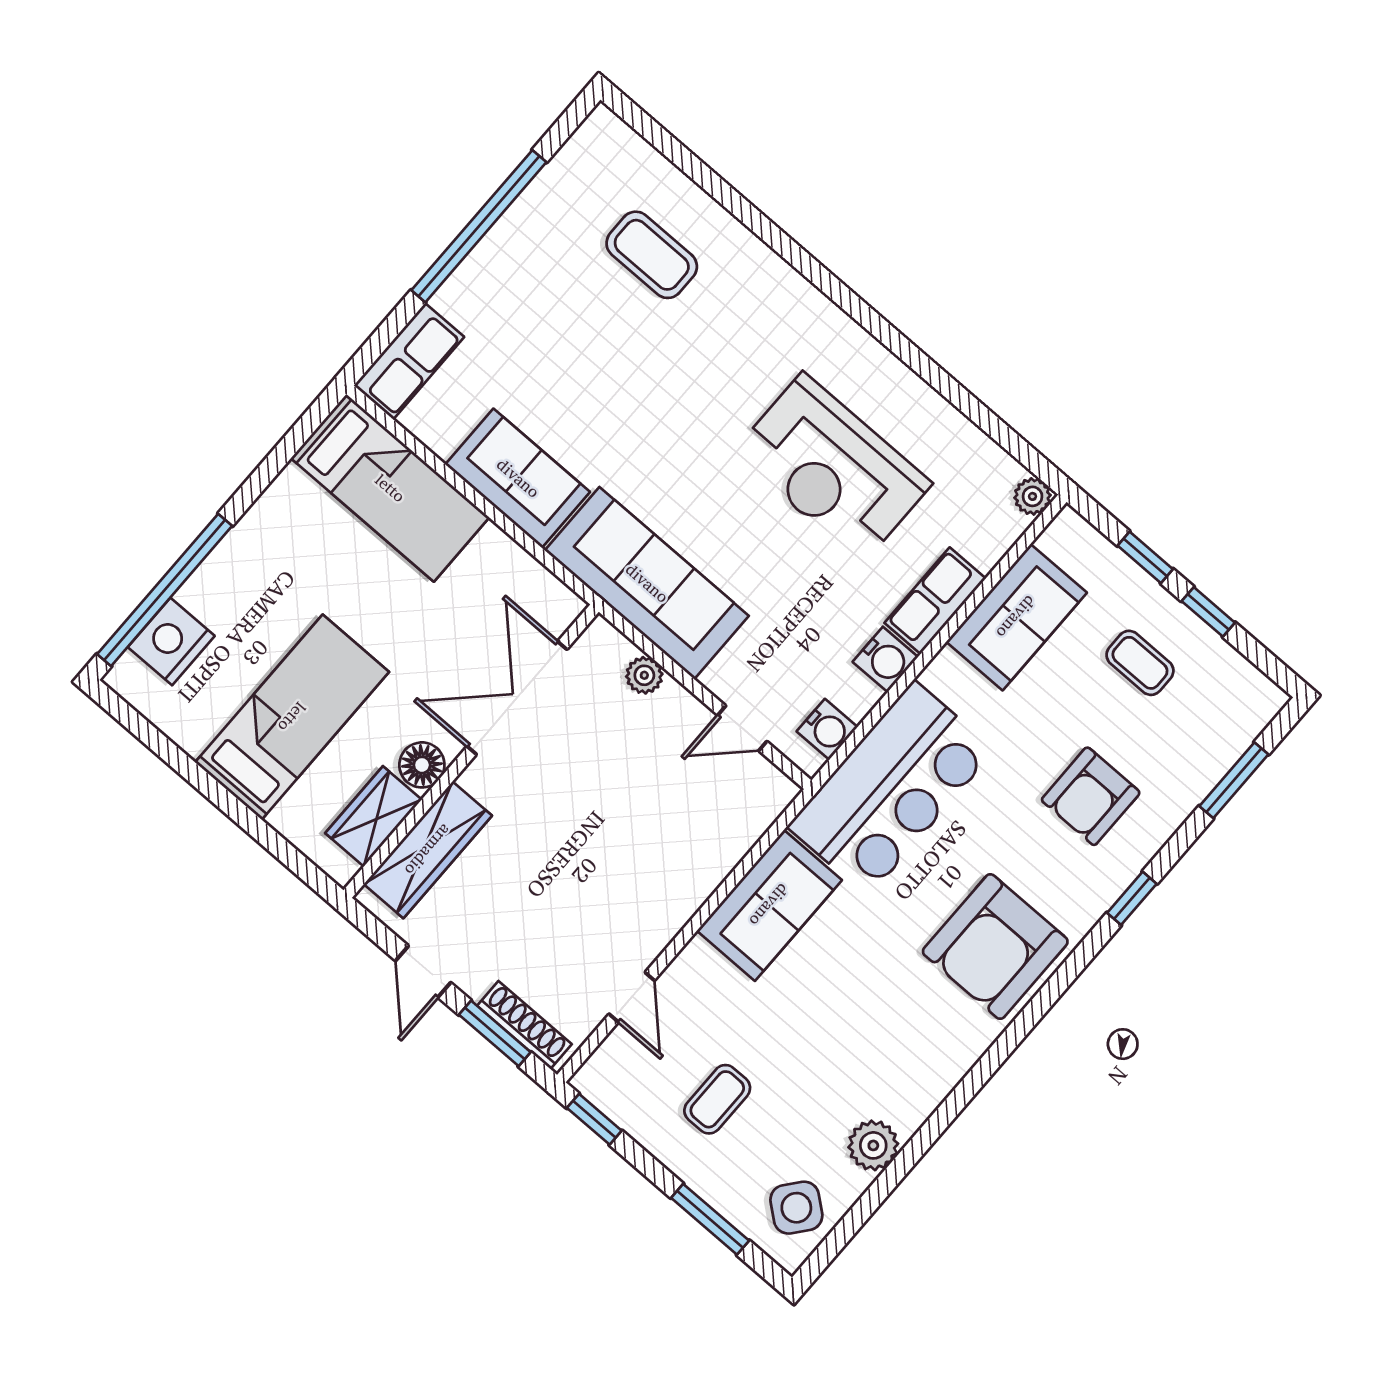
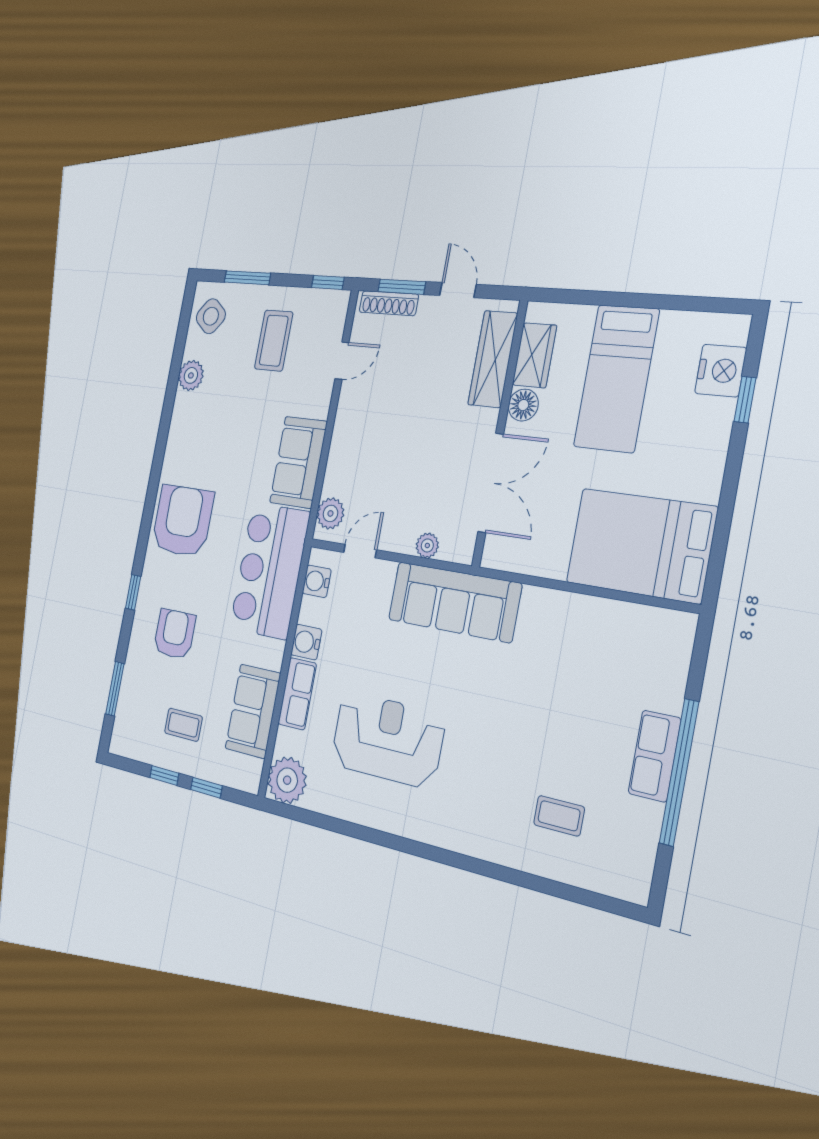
coffee table: (652, 255) -> (559, 816), width x0.73, depth x0.77
row of seats: (409, 361) -> (655, 756), moved
sofa: (518, 478) -> (563, 618), removed
bed: (390, 488) -> (641, 545), width x1.50
plant: (1033, 496) -> (287, 780), width x1.87, depth x1.87
window: (165, 590) -> (745, 400), width x0.32
plant: (759, 805) -> (330, 513), added
door: (632, 997) -> (342, 361), swing flipped
coffee table: (717, 1099) -> (274, 341), width x1.36, depth x1.30

